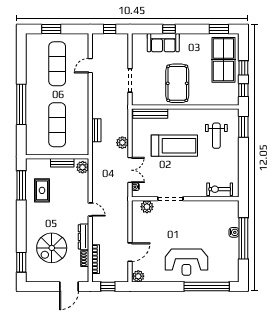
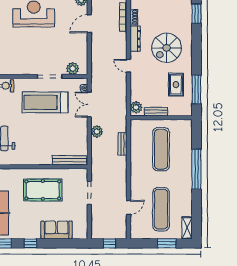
window: (169, 29) -> (30, 243), moved
shelving: (31, 45) -> (187, 228), added
pool table: (177, 83) -> (43, 190), turned 90
treadmill: (174, 146) -> (45, 102), moved
spiral stairs: (52, 248) -> (167, 48), moved, turned 180

